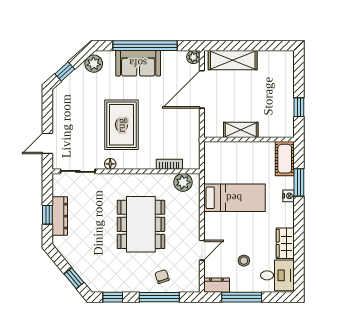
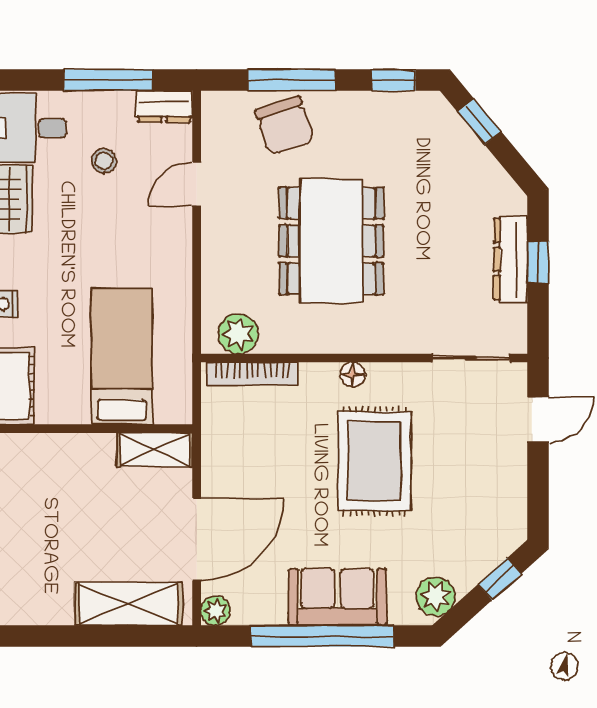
shelving: (241, 130) -> (155, 450), moved
floor lamp: (110, 164) -> (353, 375), moved
bookcase: (169, 164) -> (252, 374), width x1.56
bed: (234, 198) -> (122, 357), moved, turned 90
chair: (162, 277) -> (285, 125), width x1.87, depth x1.87

